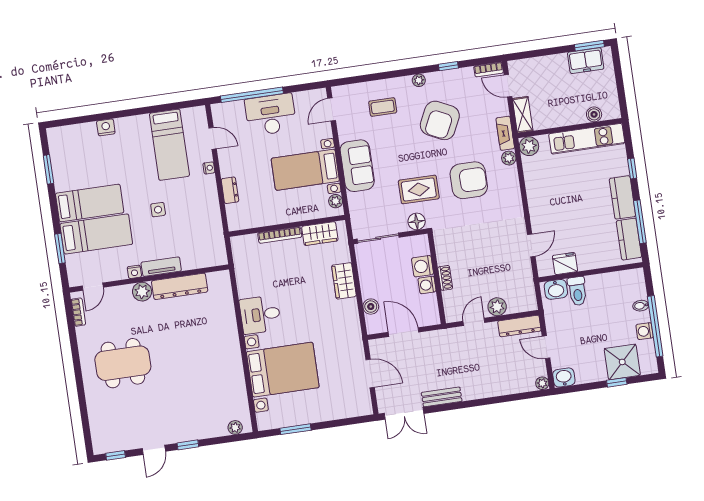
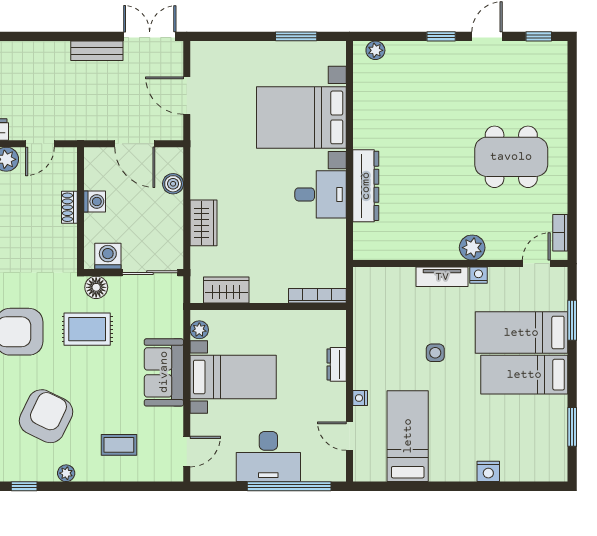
bookcase: (280, 235) -> (317, 296), moved
washing machine: (423, 266) -> (108, 256), moved, turned -90
dresser: (180, 286) -> (366, 186), moved, turned 90

